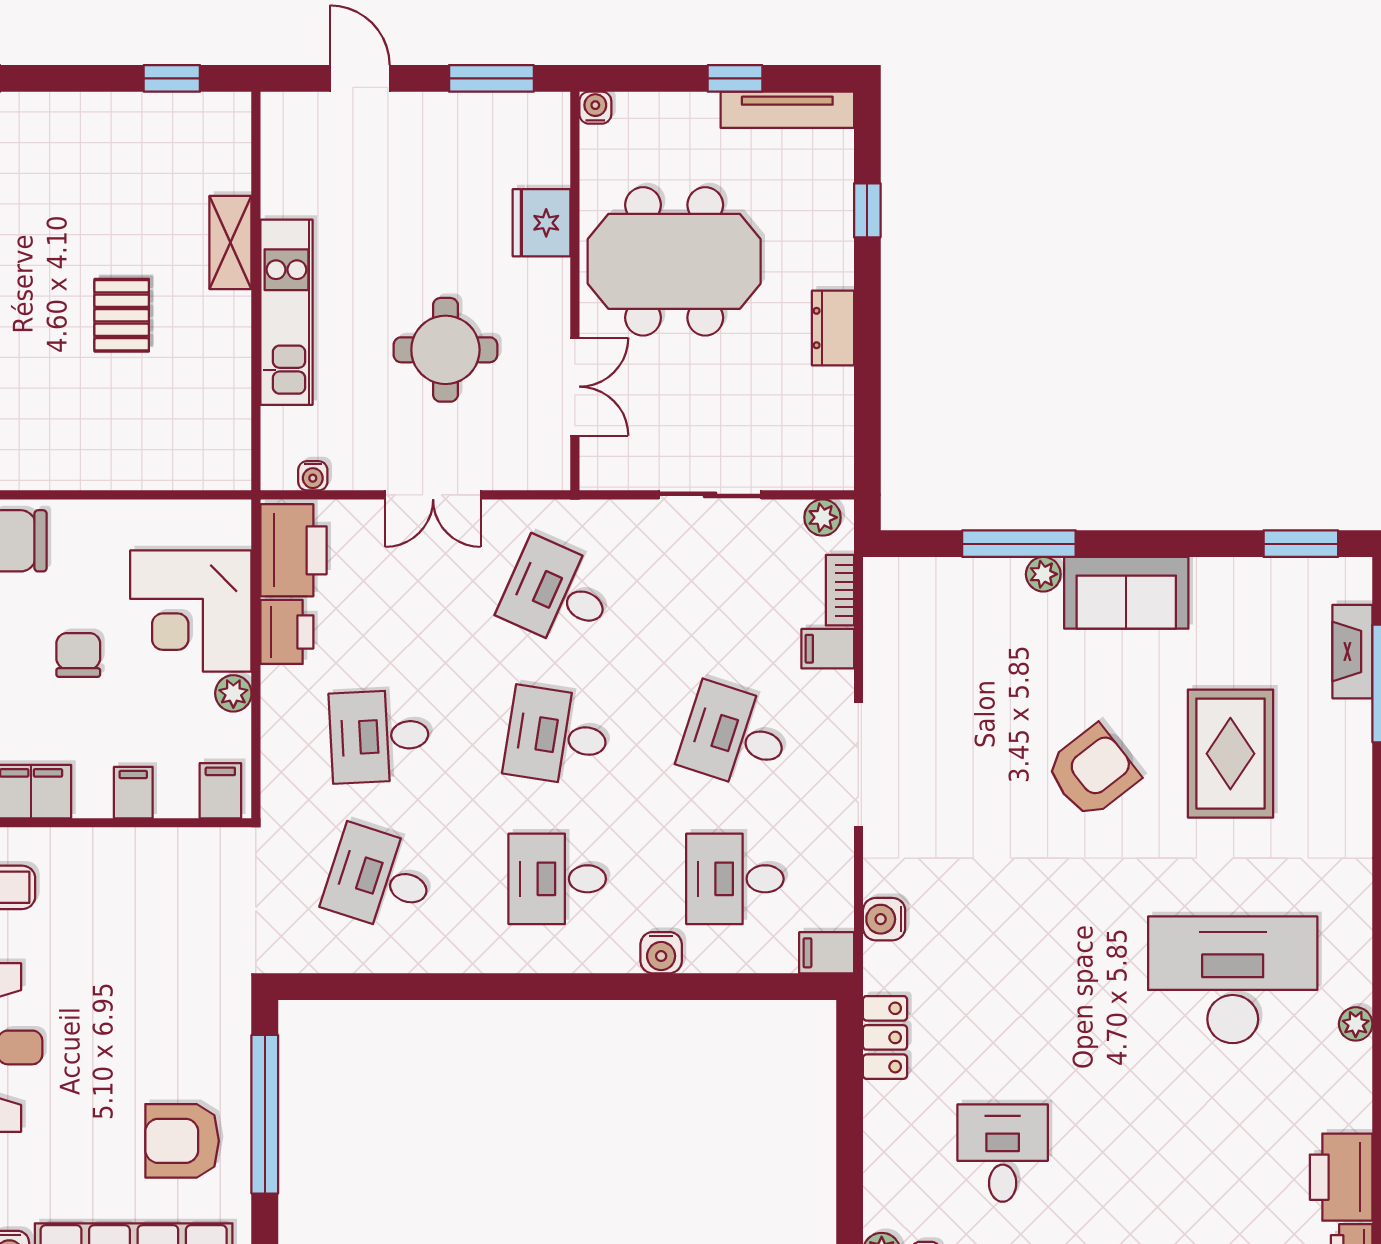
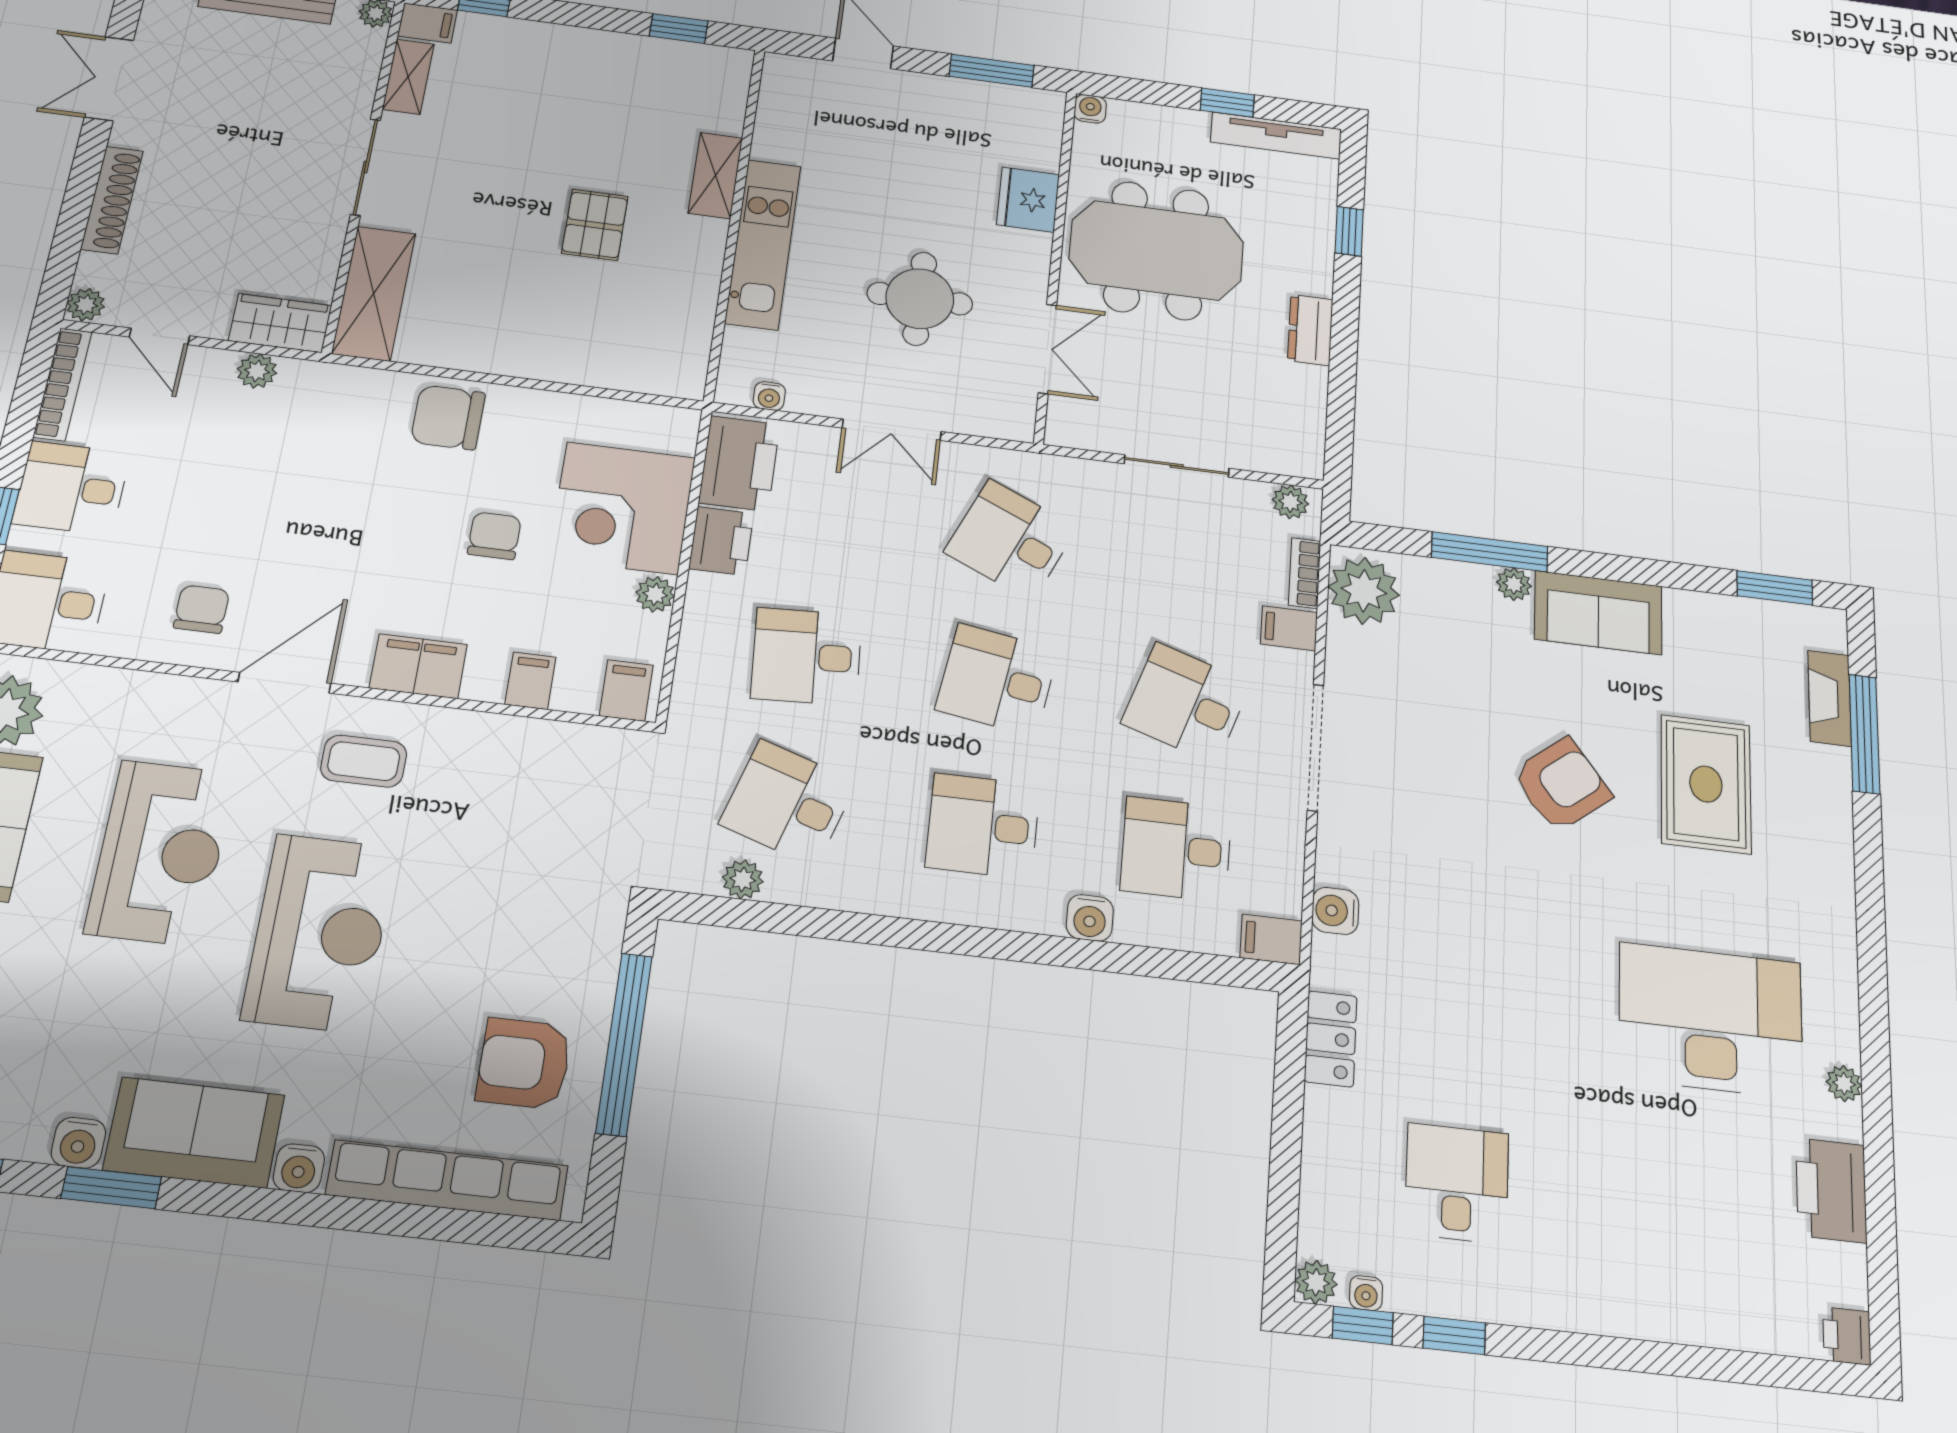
plant: (898, 601) -> (1364, 591), added
plant: (348, 955) -> (743, 879), added
printer: (1341, 1177) -> (1831, 1190), moved

